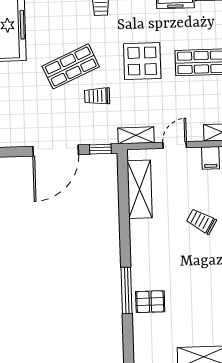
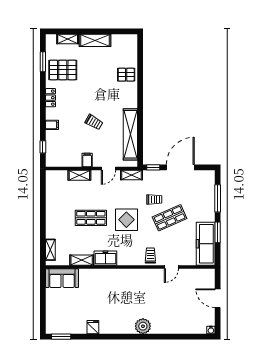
shelving: (140, 189) -> (130, 134), width x1.47
window: (127, 290) -> (140, 82), removed

